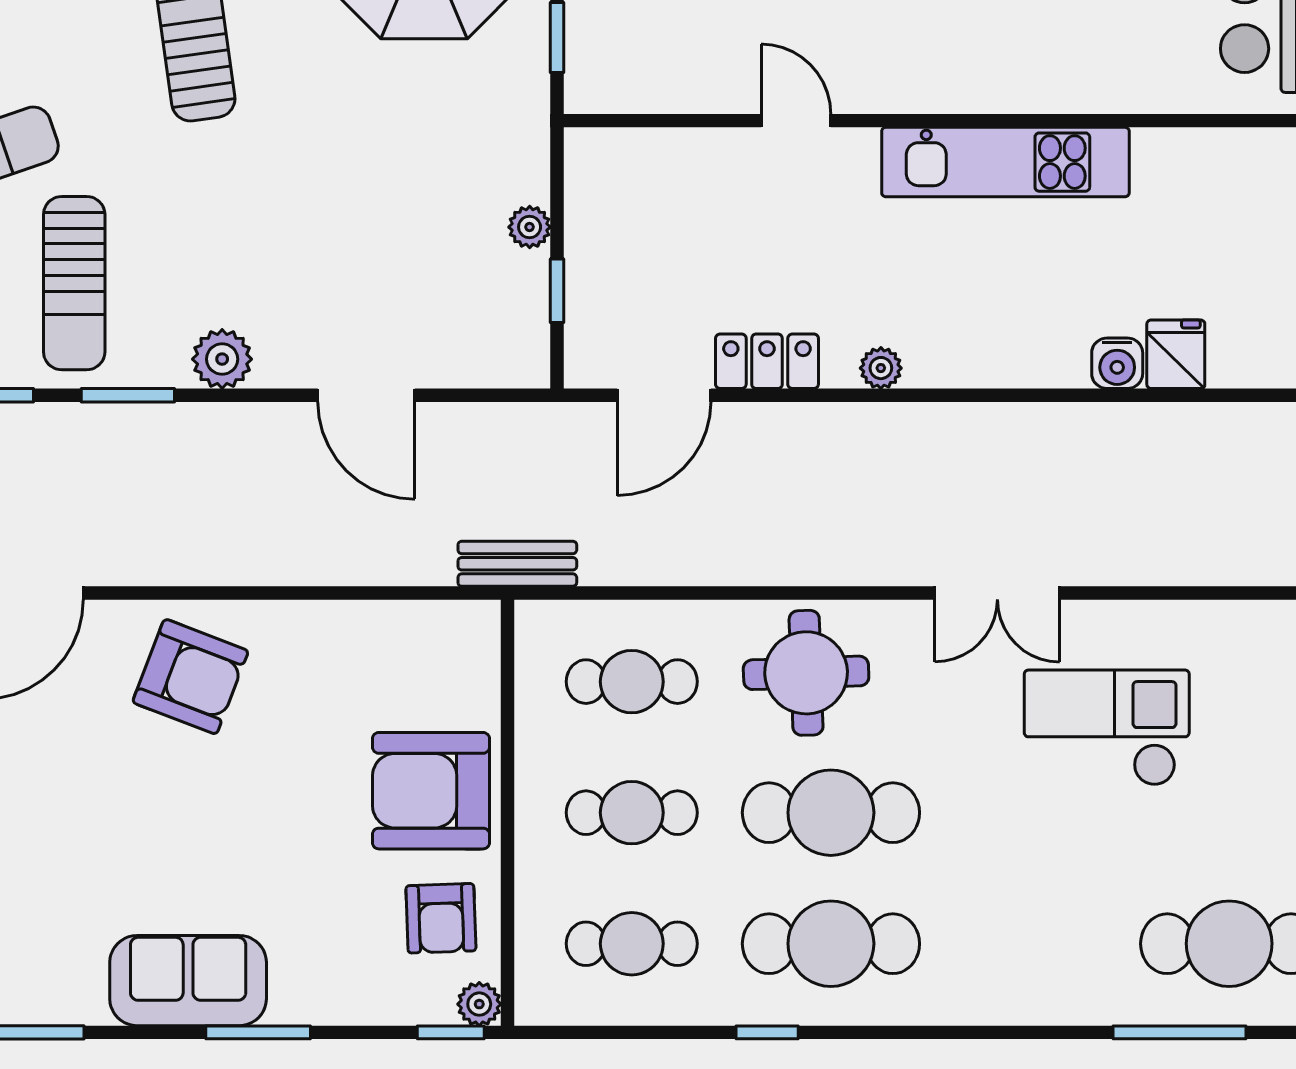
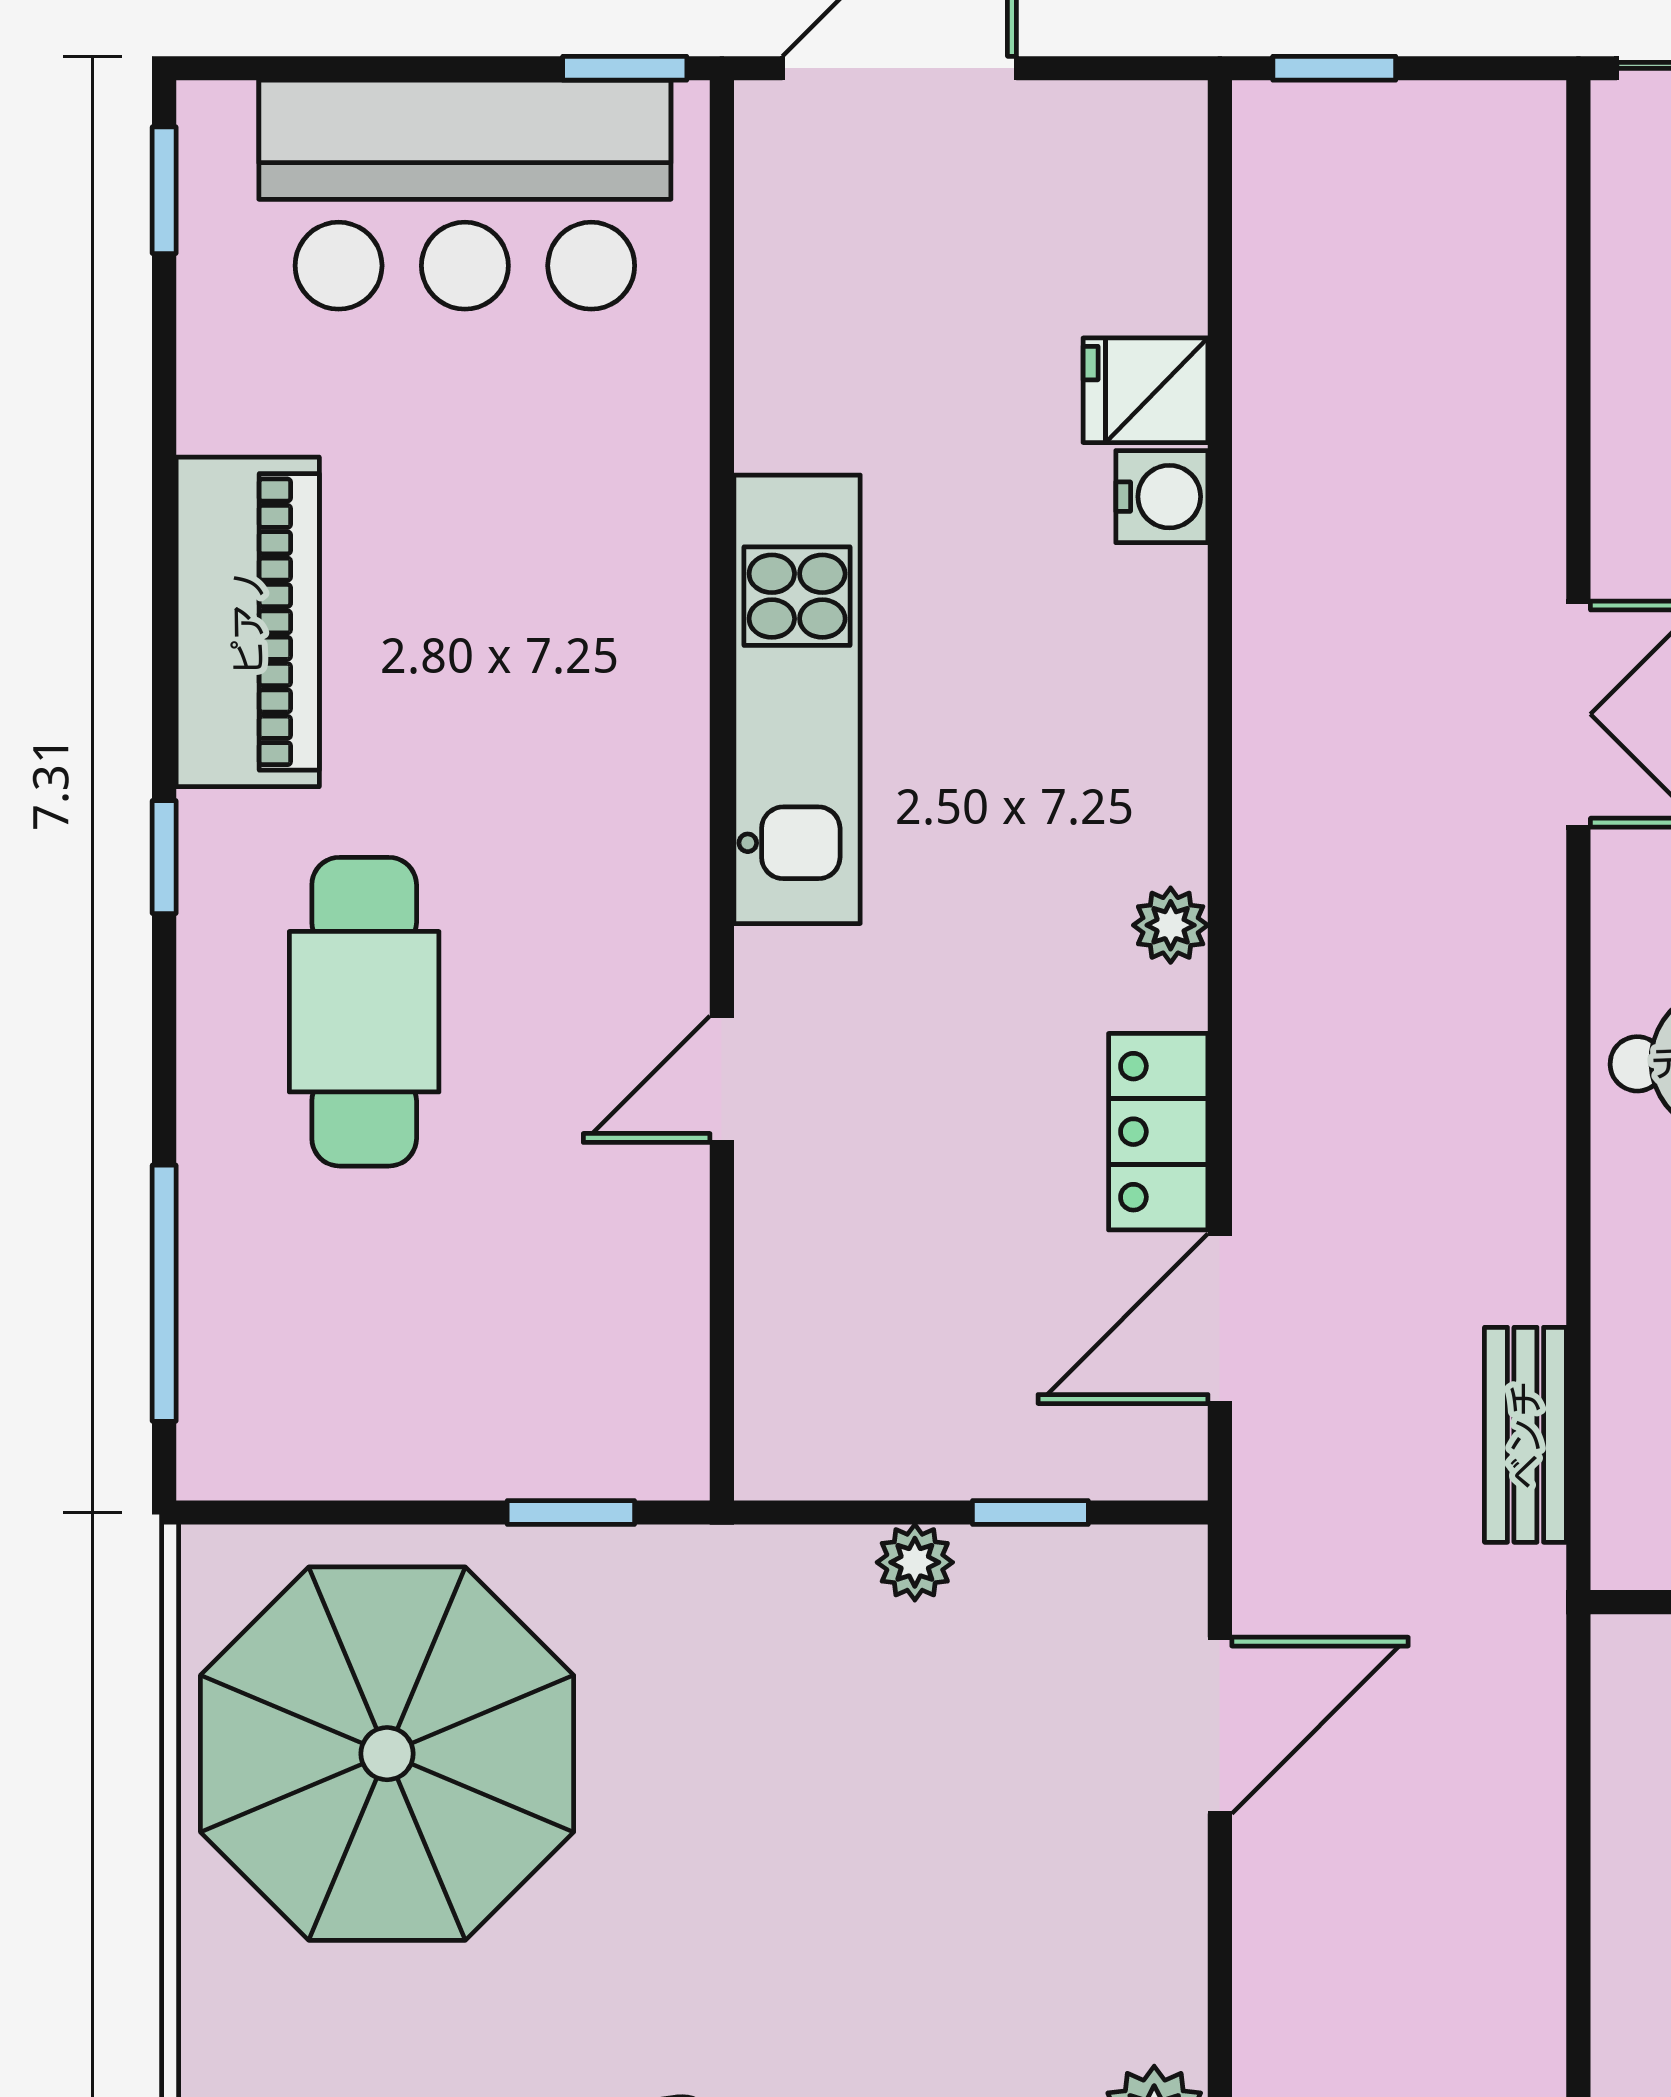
door: (366, 395) -> (1220, 1725), moved
door: (664, 395) -> (1220, 1319), swing flipped
bench: (517, 564) -> (1525, 1435), moved

